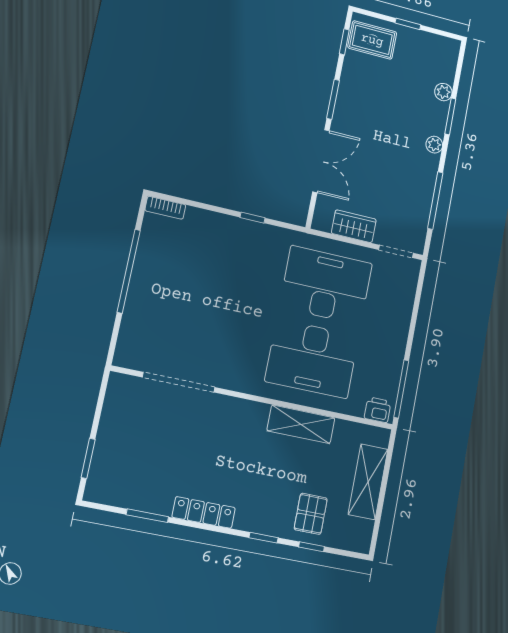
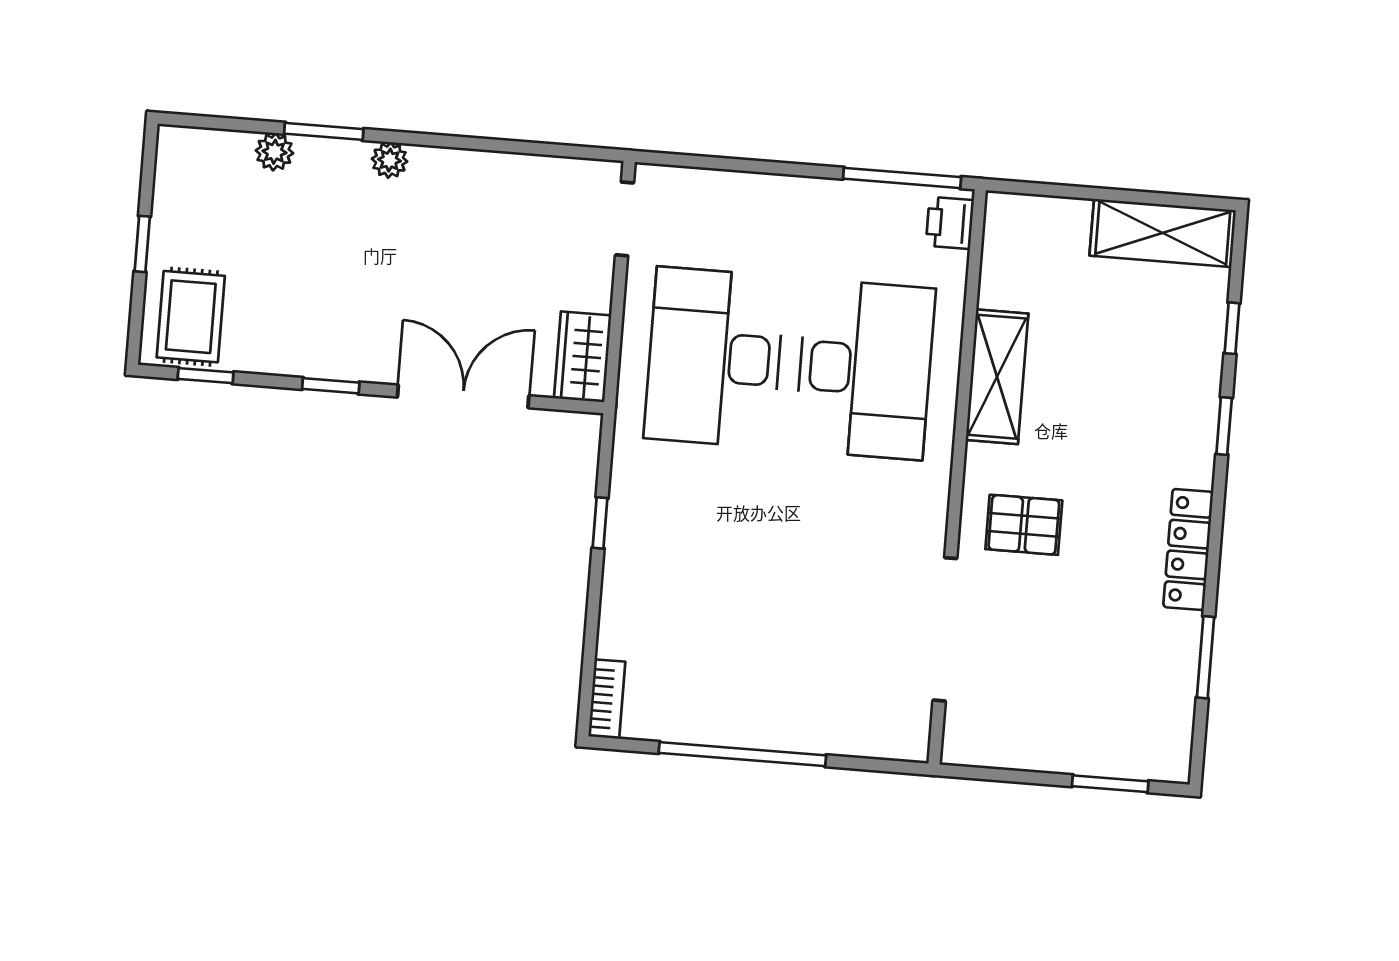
window: (333, 99) -> (331, 386), width x0.67
window: (435, 200) -> (506, 146), removed
wardrobe: (354, 226) -> (583, 357), moved
shelving: (368, 482) -> (1163, 233), moved
pallet: (311, 514) -> (1024, 525), moved

